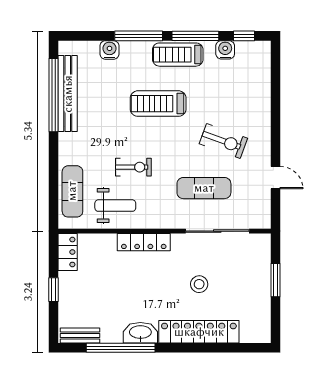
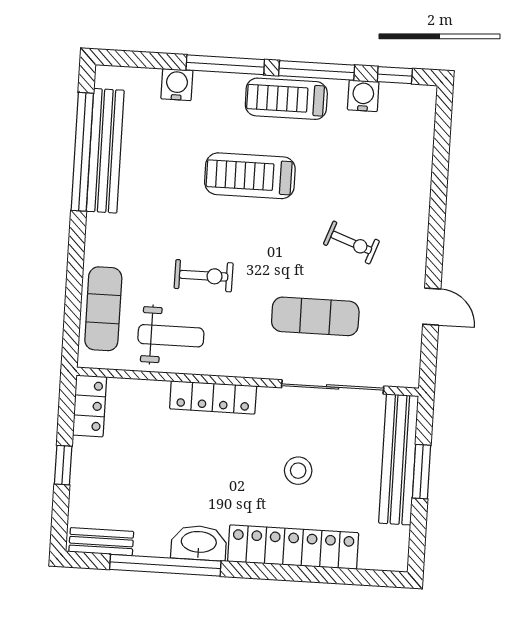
exercise bike: (223, 141) -> (351, 242), width x0.73, depth x0.72
bench: (261, 273) -> (399, 459), added

